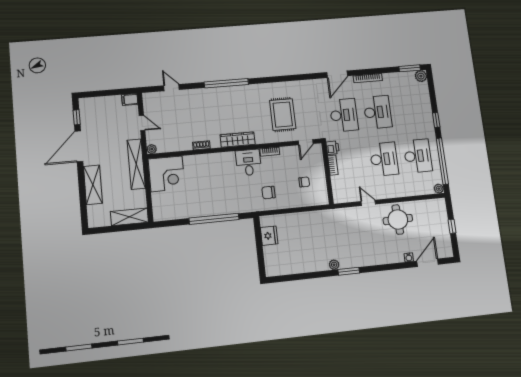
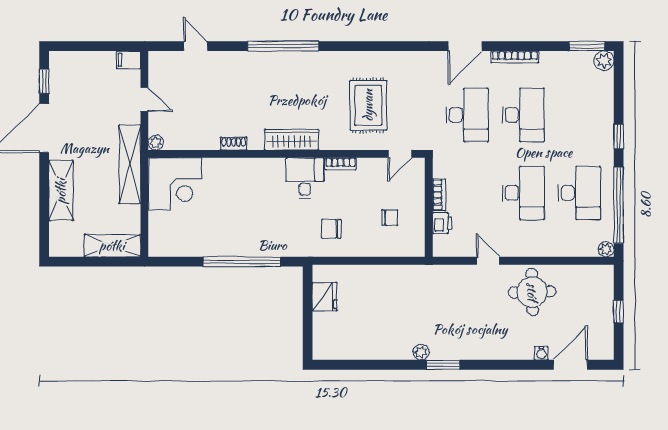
printer: (333, 148) -> (442, 223), moved

